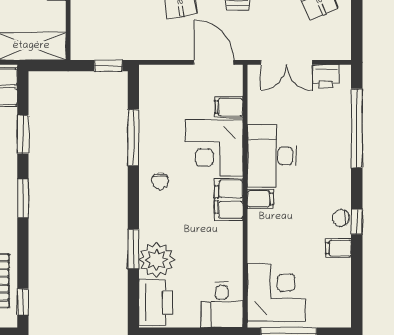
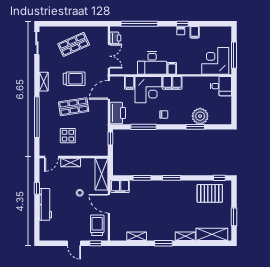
printer: (156, 302) -> (118, 113), moved, turned 90

